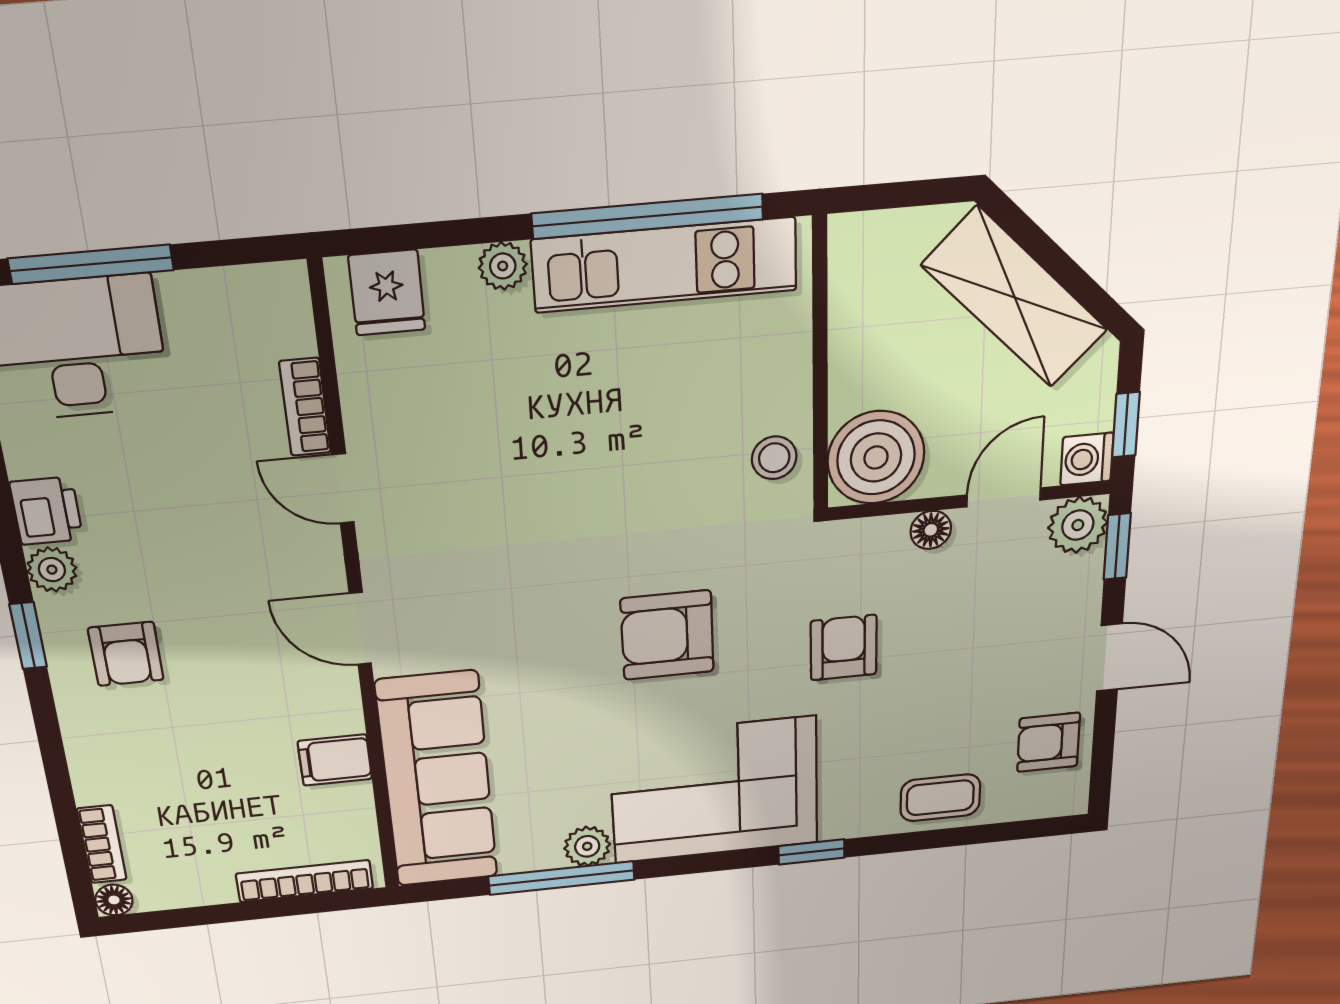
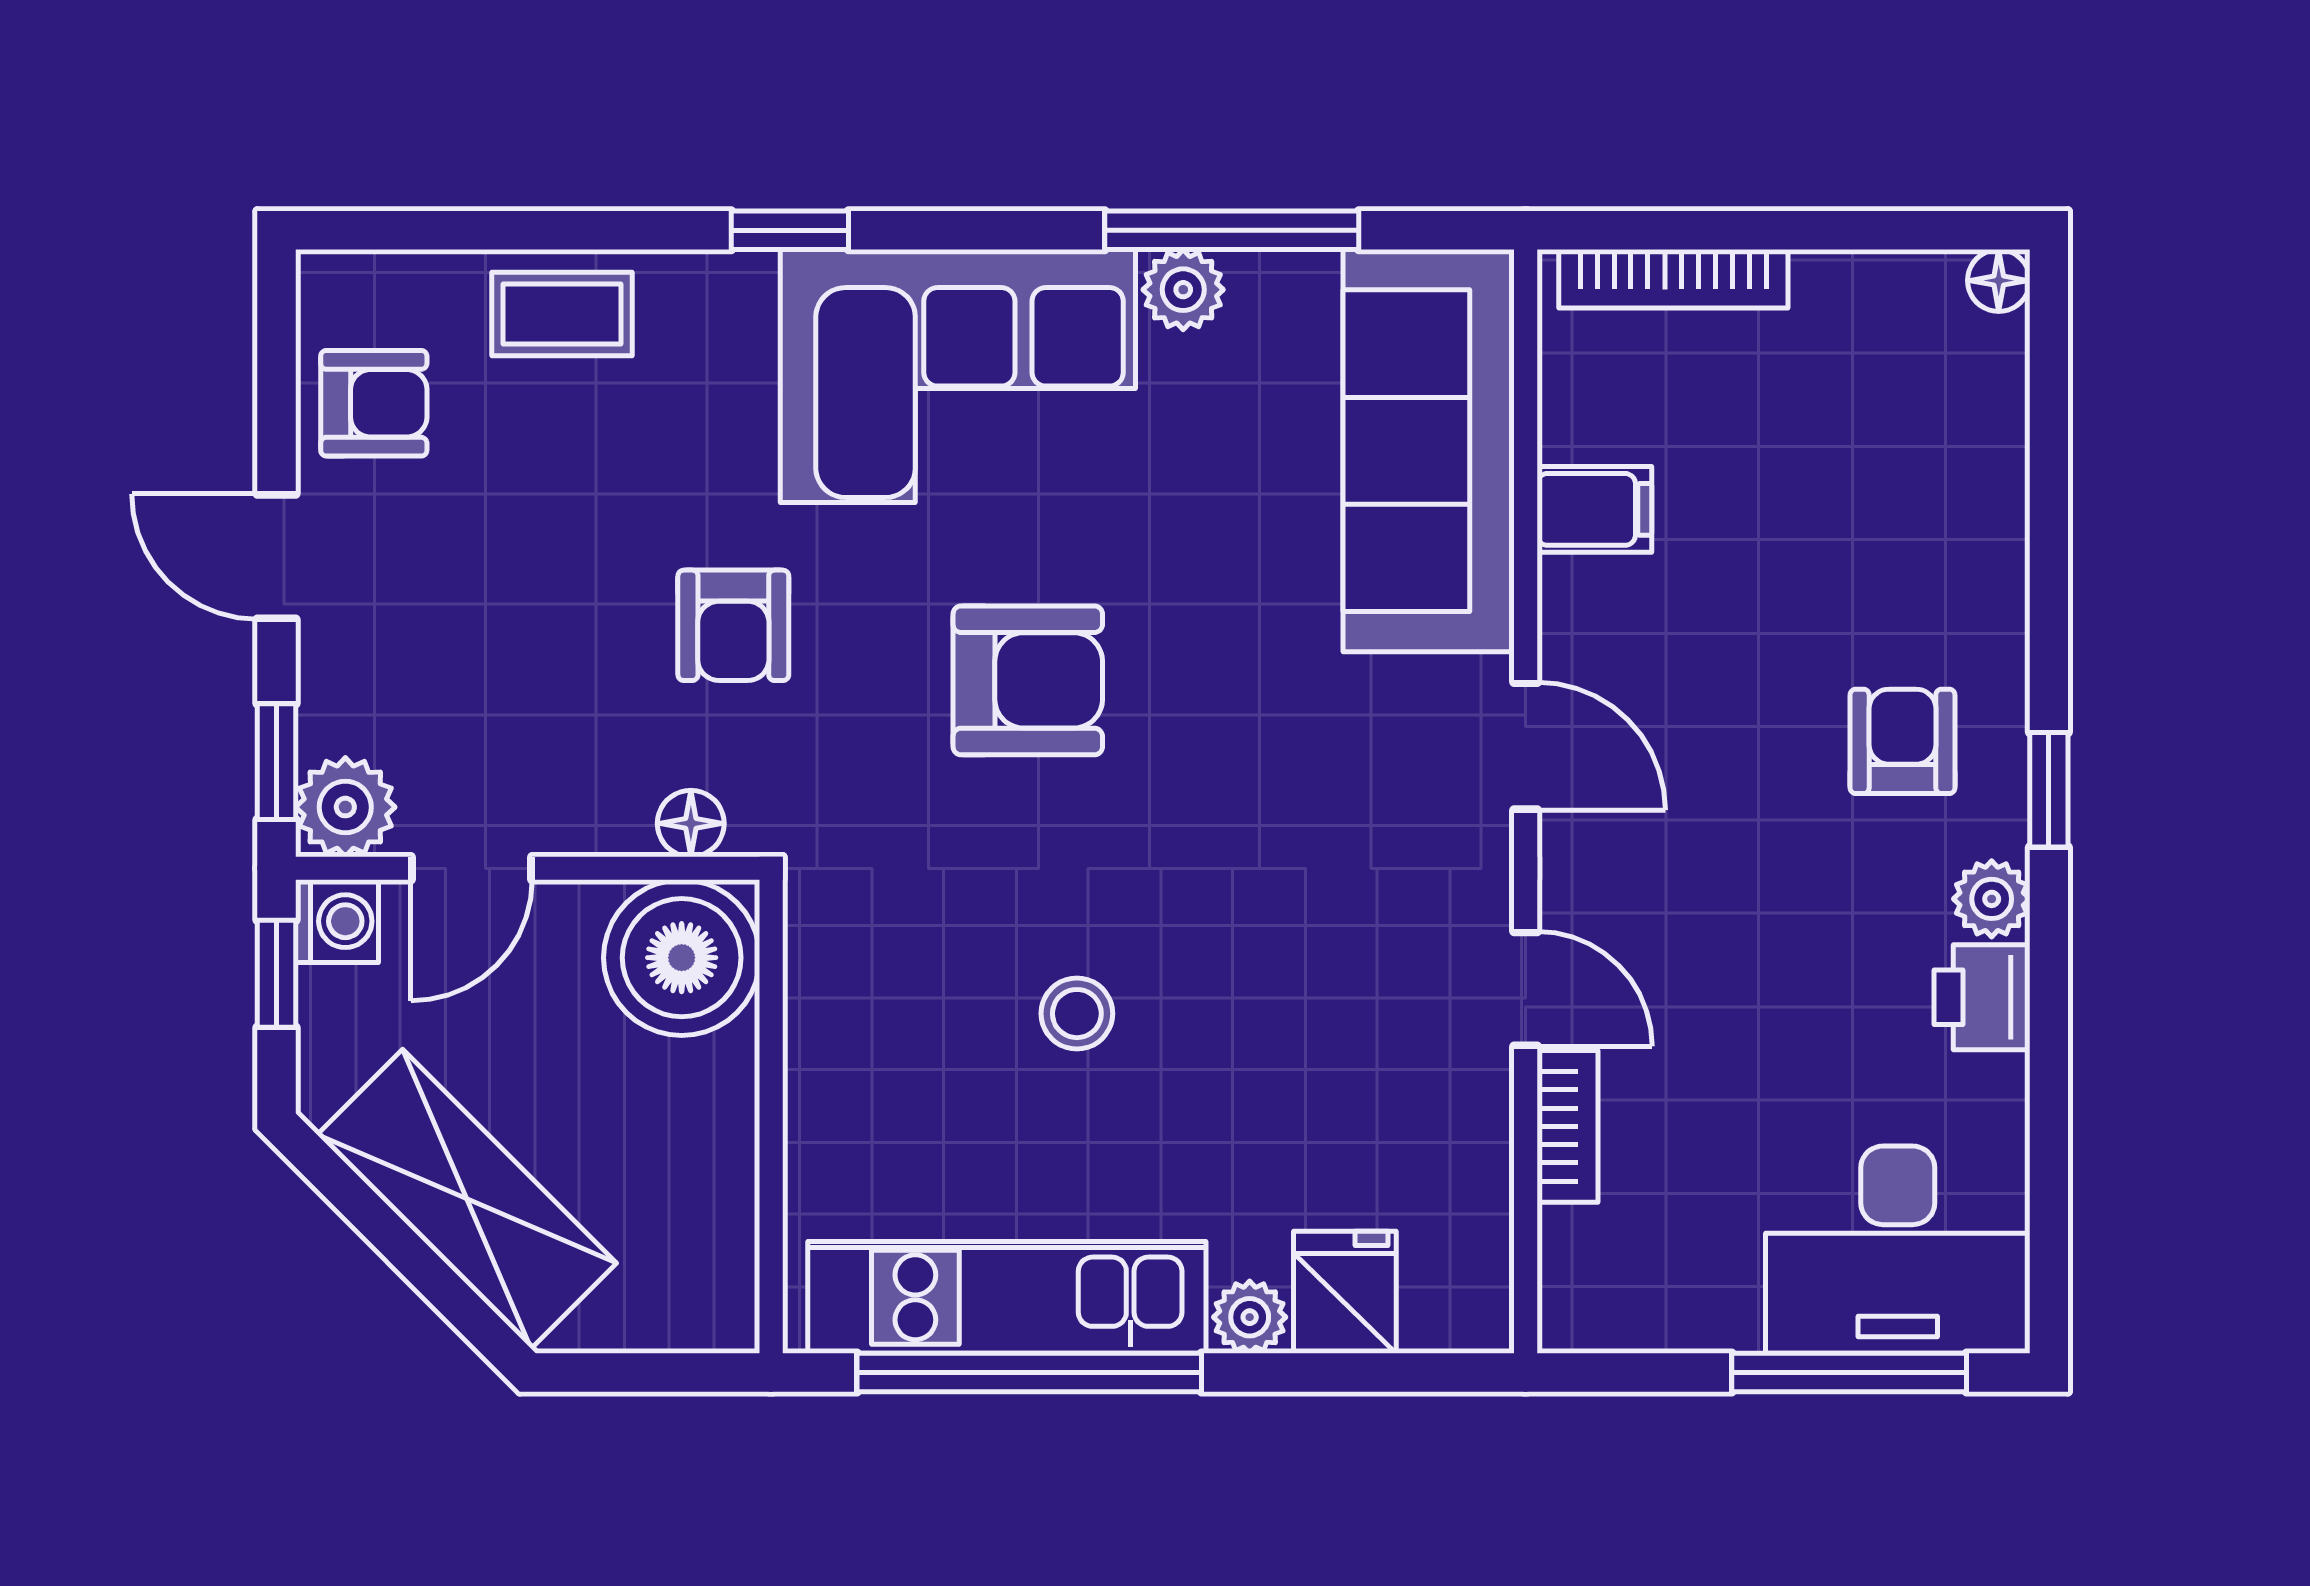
fridge: (387, 293) -> (1345, 1292), moved
stool: (774, 458) -> (1077, 1014), moved
floor lamp: (931, 530) -> (691, 823), moved
bookcase: (102, 844) -> (2000, 393), removed

